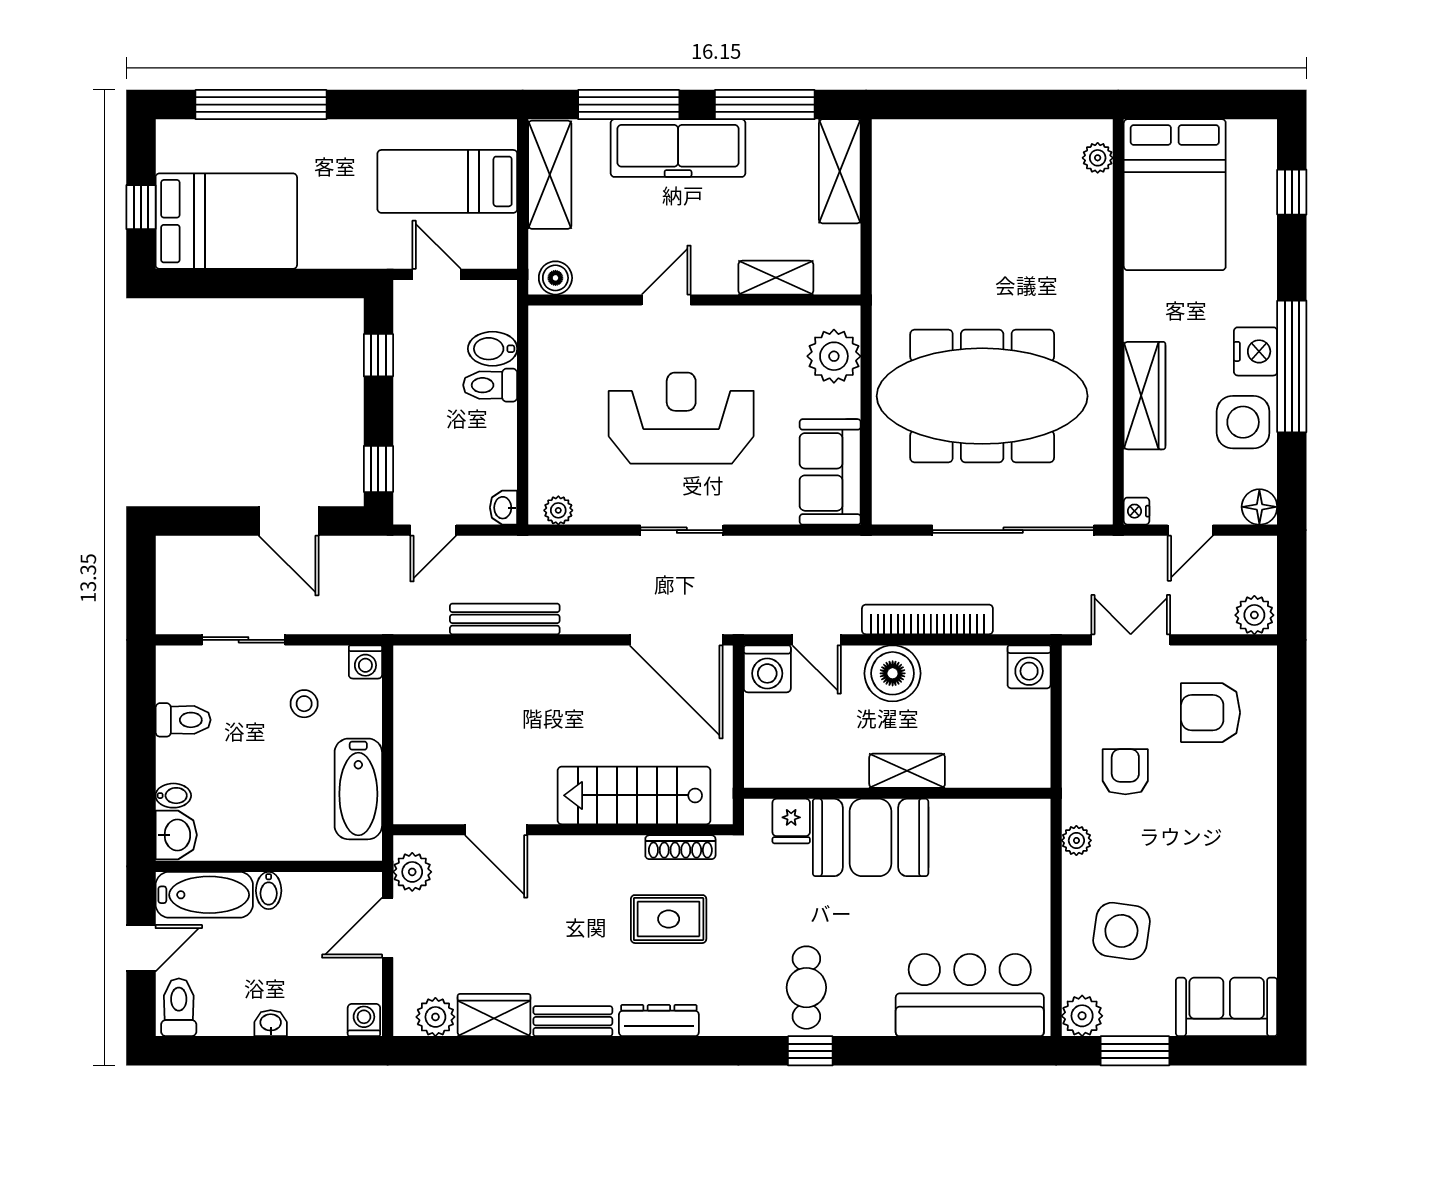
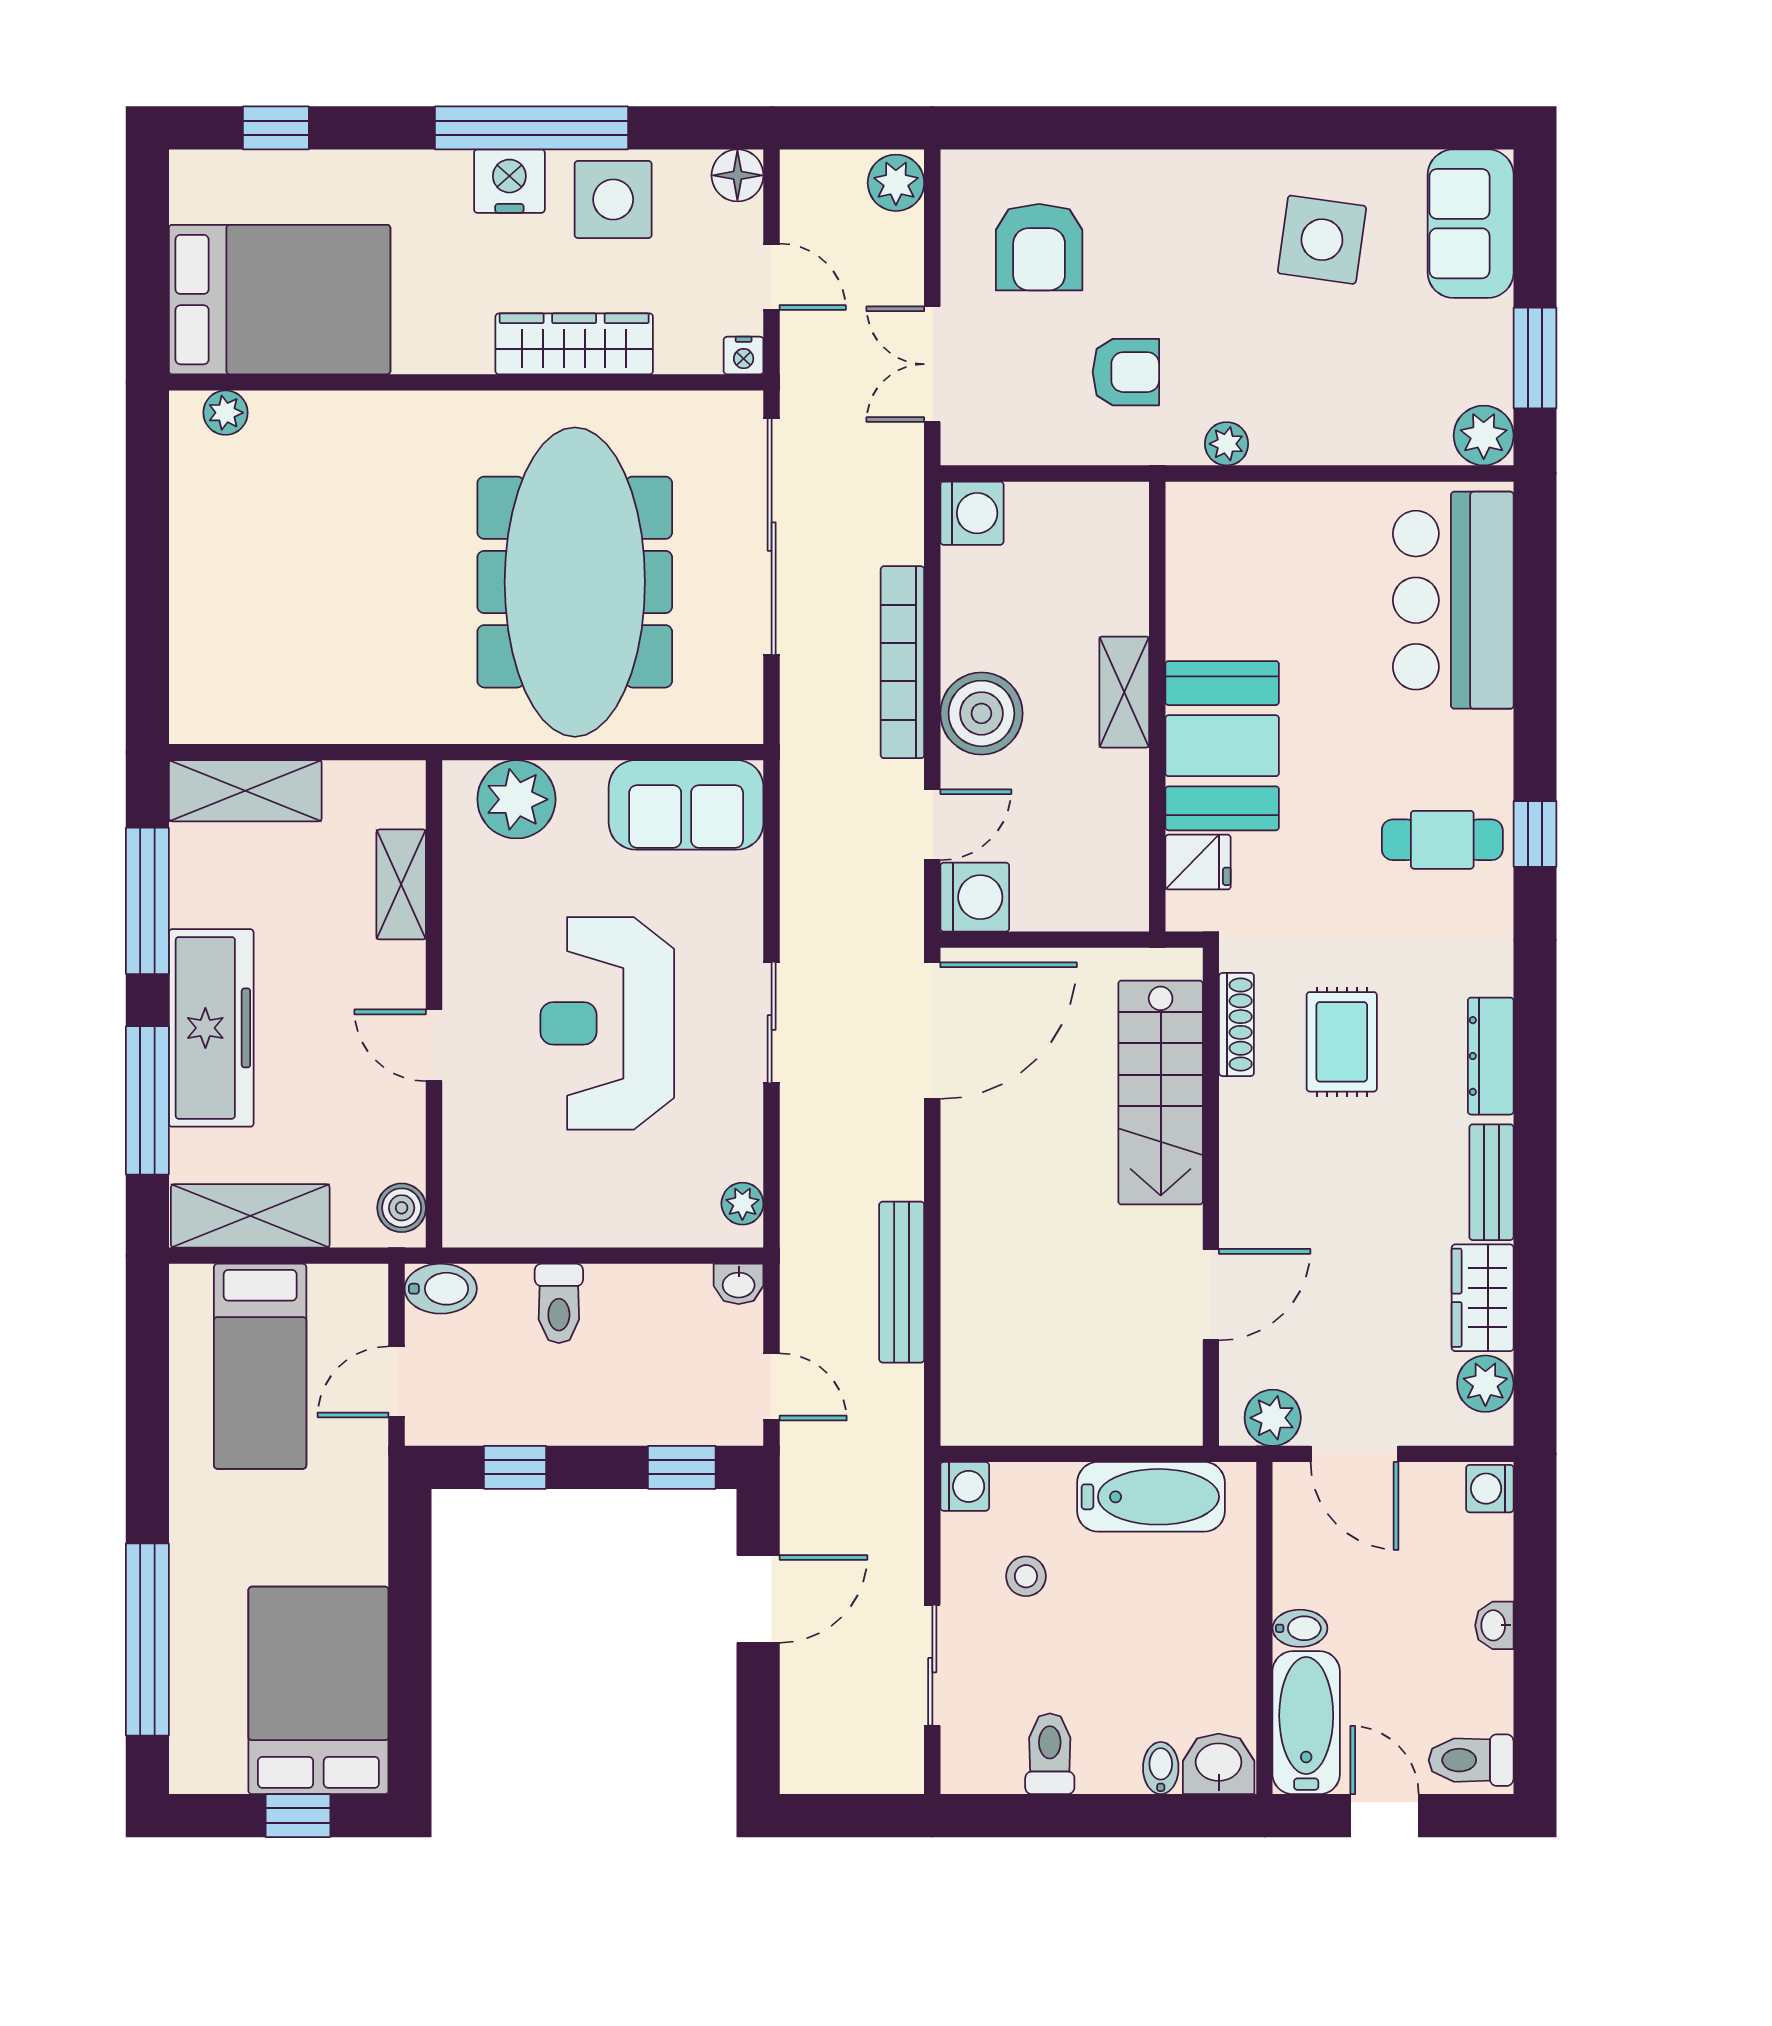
bidet: (493, 349) -> (441, 1289), moved, turned -90
armchair: (1125, 772) -> (1126, 372), turned 180
side table: (1121, 931) -> (1322, 240), moved

